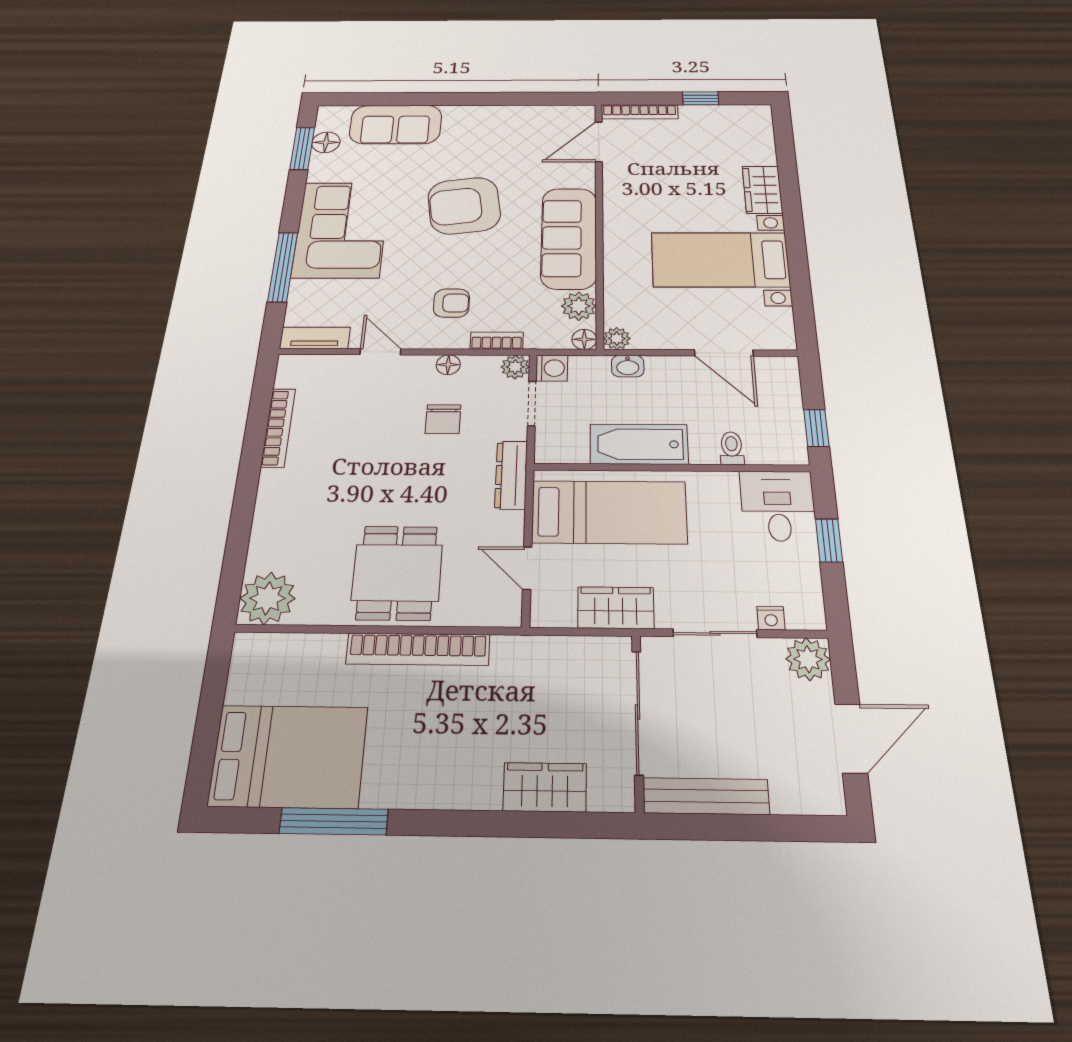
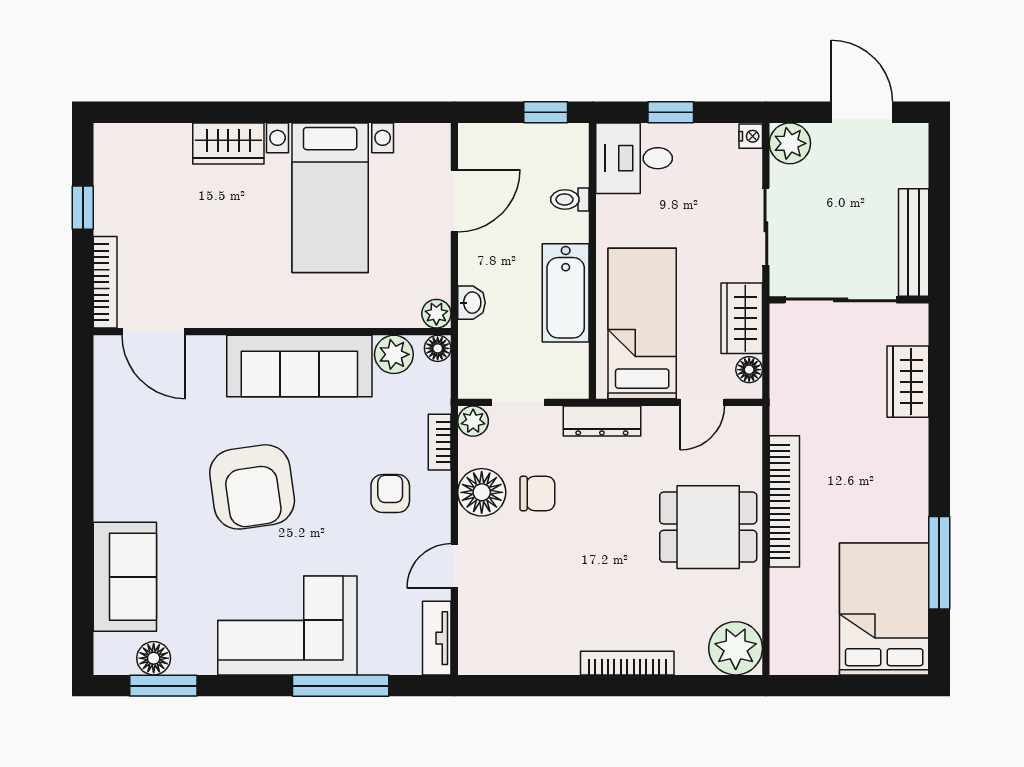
floor lamp: (448, 365) -> (482, 492), width x1.89, depth x1.89
washing machine: (552, 368) -> (474, 382), removed
bookcase: (278, 428) -> (627, 663), moved
floor lamp: (561, 615) -> (749, 370), added
nightstand: (771, 618) -> (751, 136), moved

